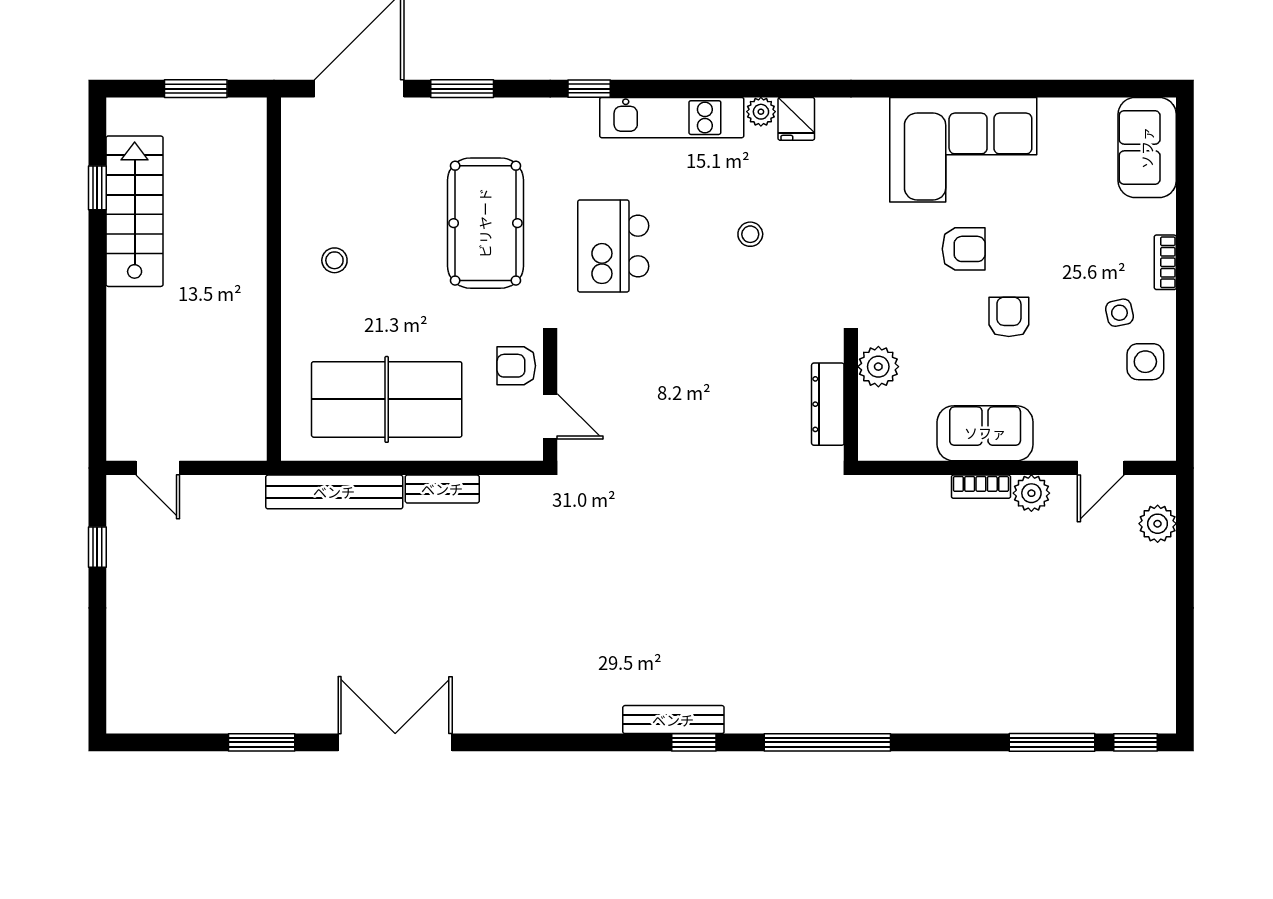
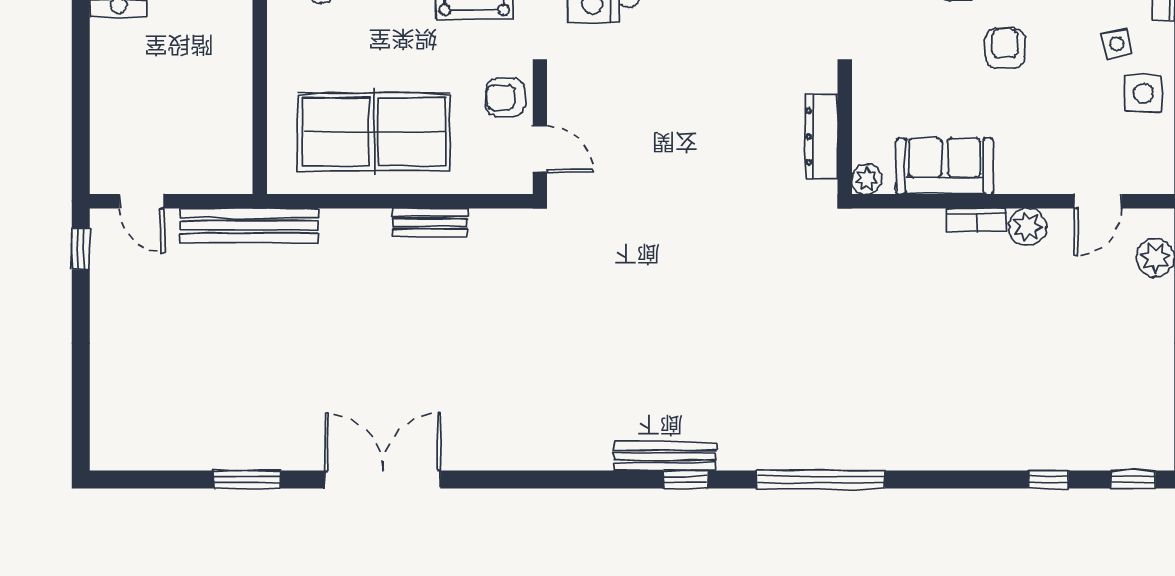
plant: (878, 367) -> (867, 179), moved, width x0.73, depth x0.73
sofa: (985, 433) -> (945, 166), moved
bench: (334, 492) -> (249, 225), moved
window: (97, 547) -> (81, 249), moved
window: (1052, 742) -> (1048, 479), width x0.46

